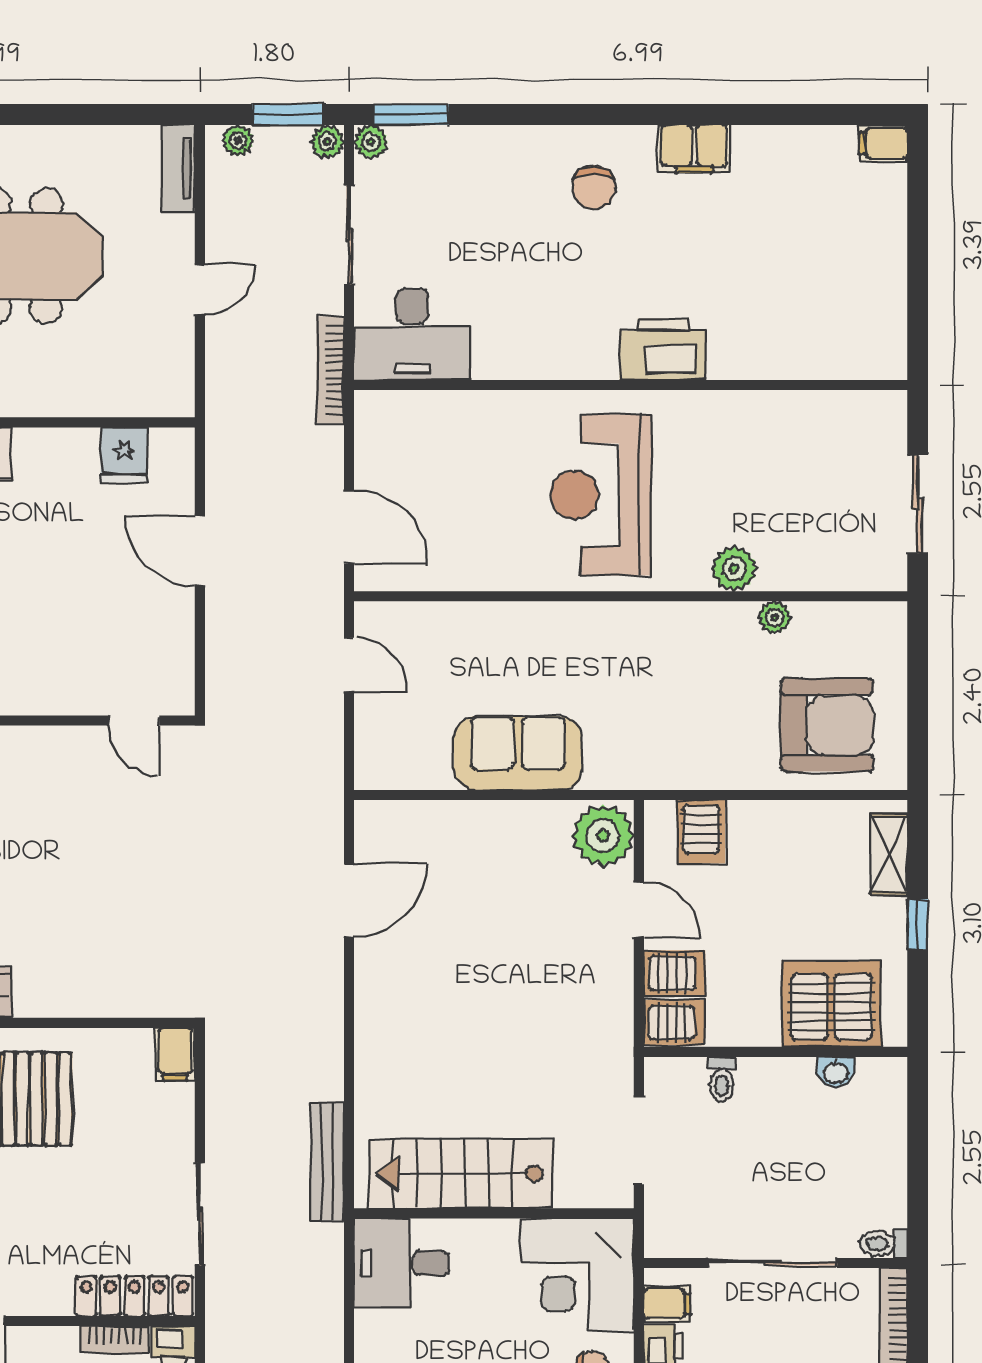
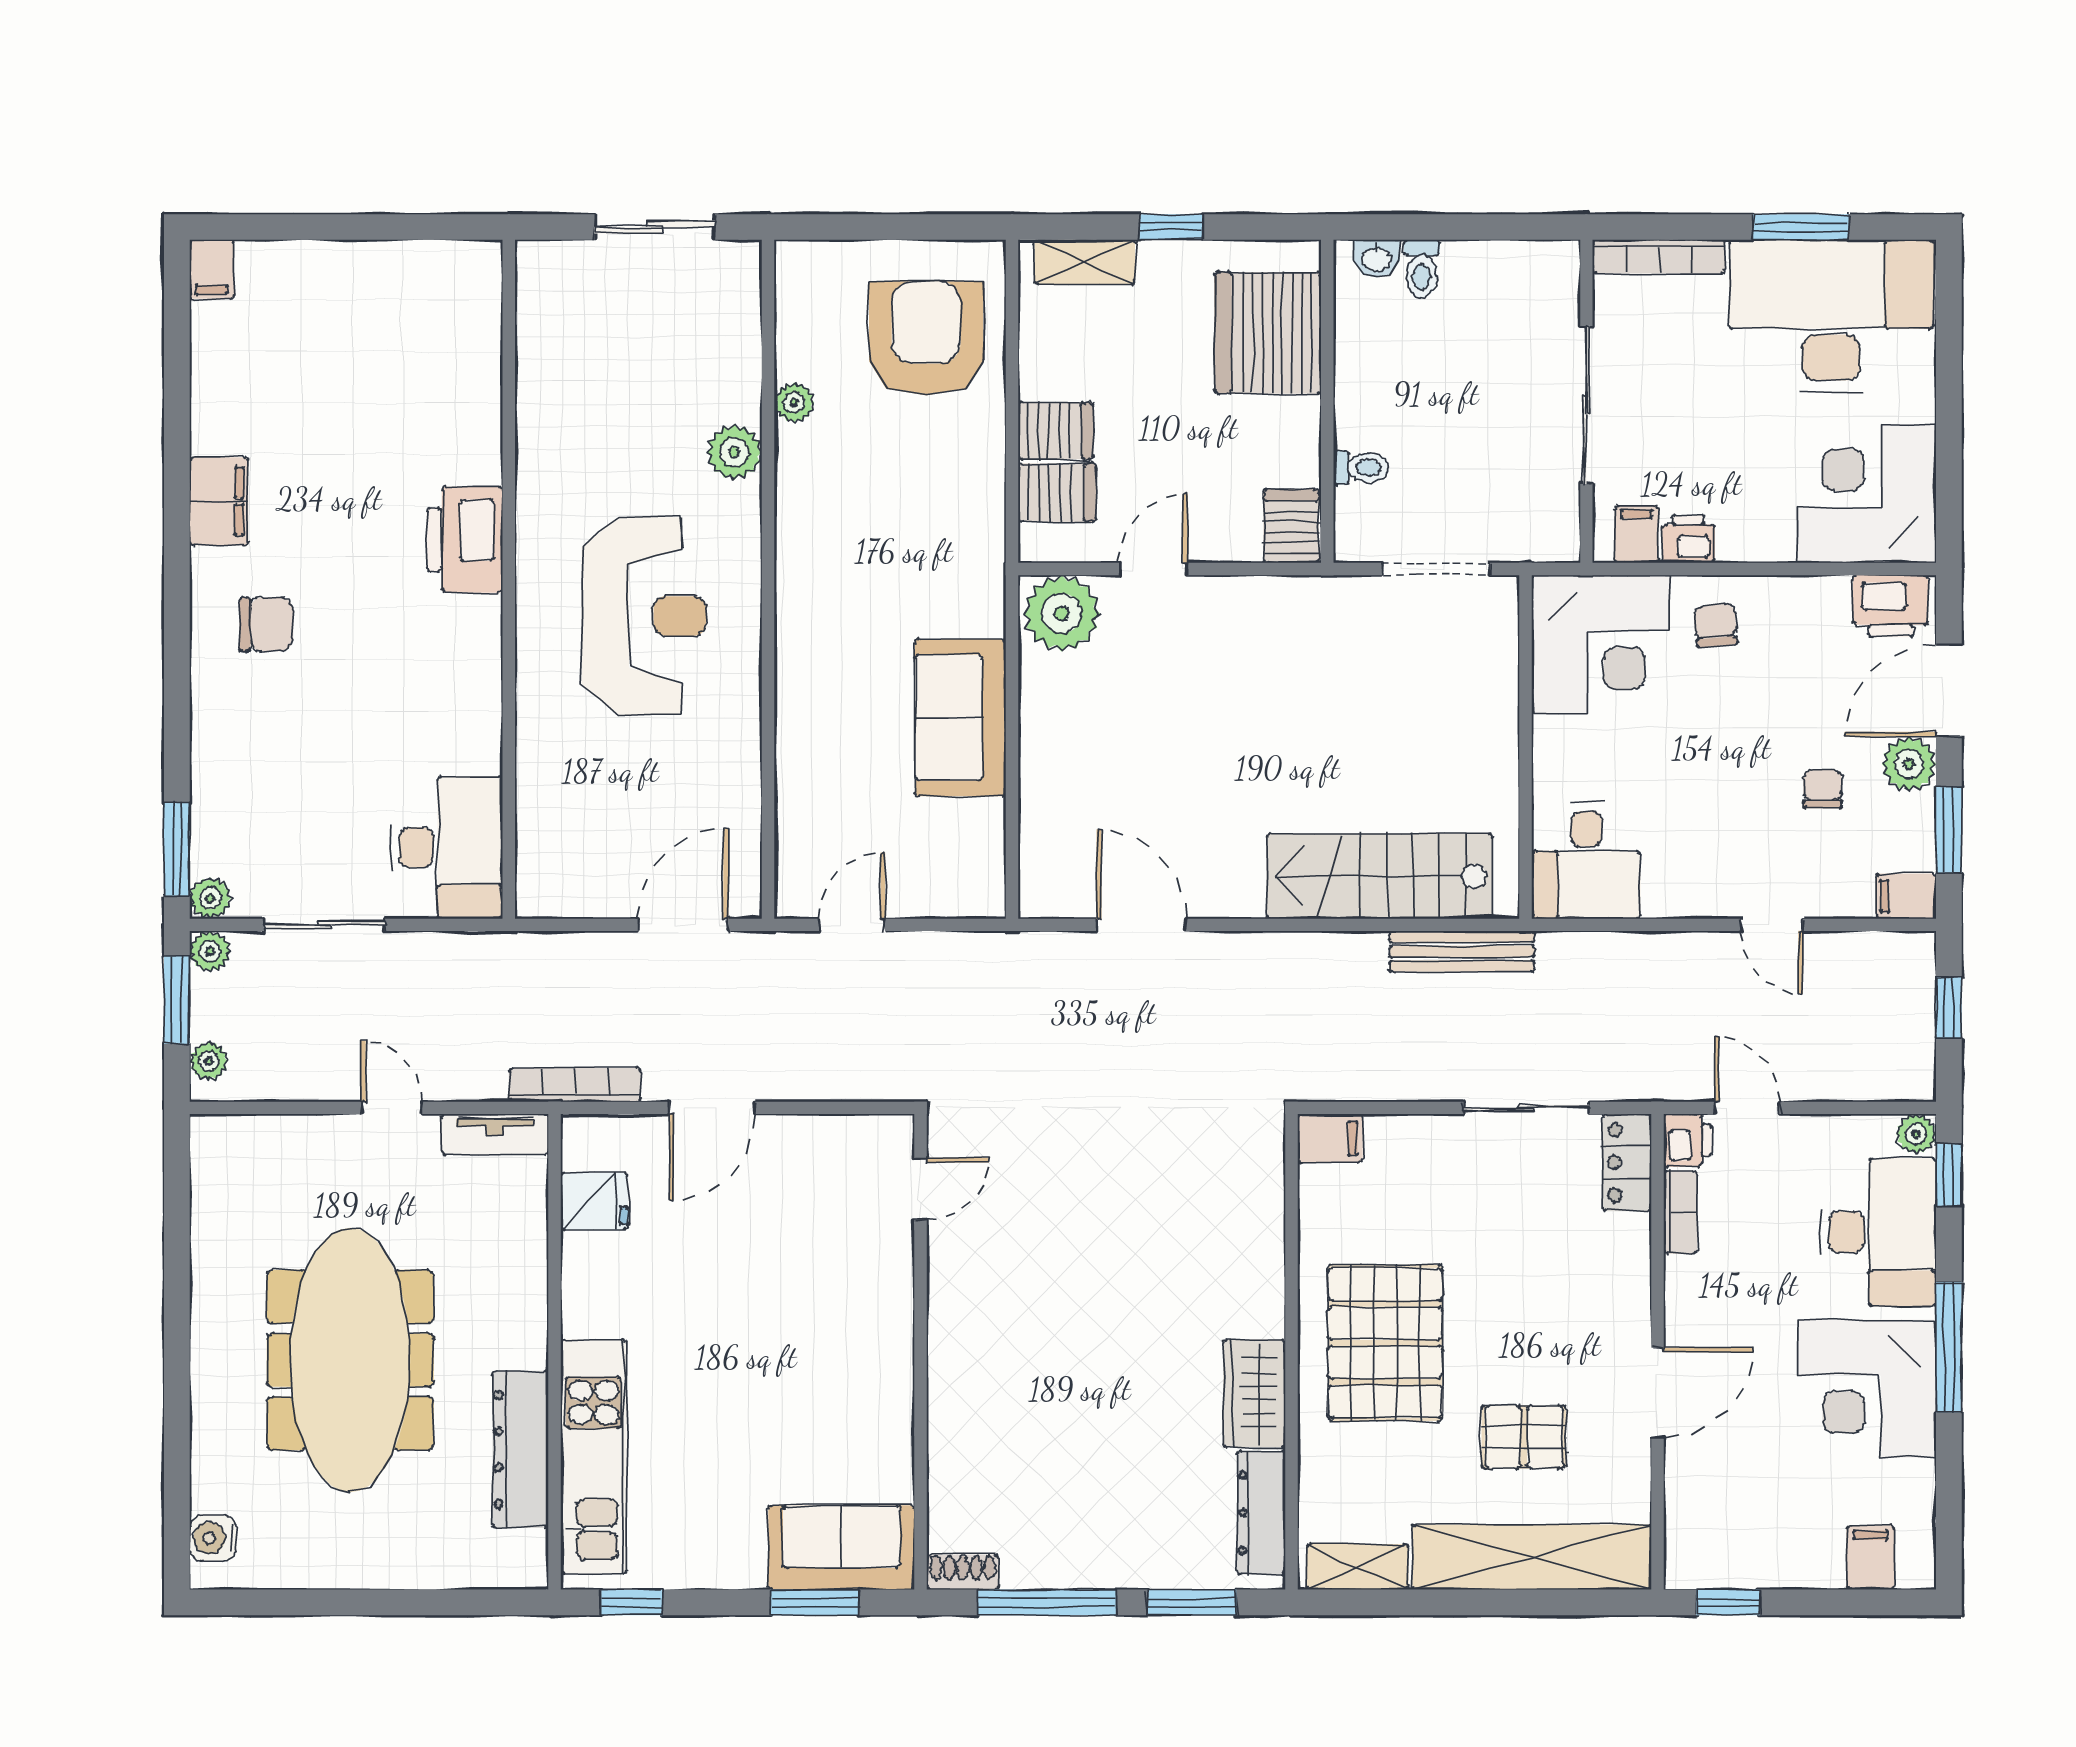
tv unit: (178, 169) -> (495, 1134), moved
bookcase: (330, 370) -> (575, 1085), moved, turned 180
reception desk: (601, 495) -> (644, 616), turned -90
server rack: (674, 973) -> (1056, 431), moved, turned 90
washbasin: (836, 1072) -> (1377, 258), moved, turned 90
stairs: (461, 1174) -> (1379, 876), moved, turned 90
toilet: (884, 1243) -> (1422, 269), moved
locker: (135, 1296) -> (1627, 1163), width x0.66

